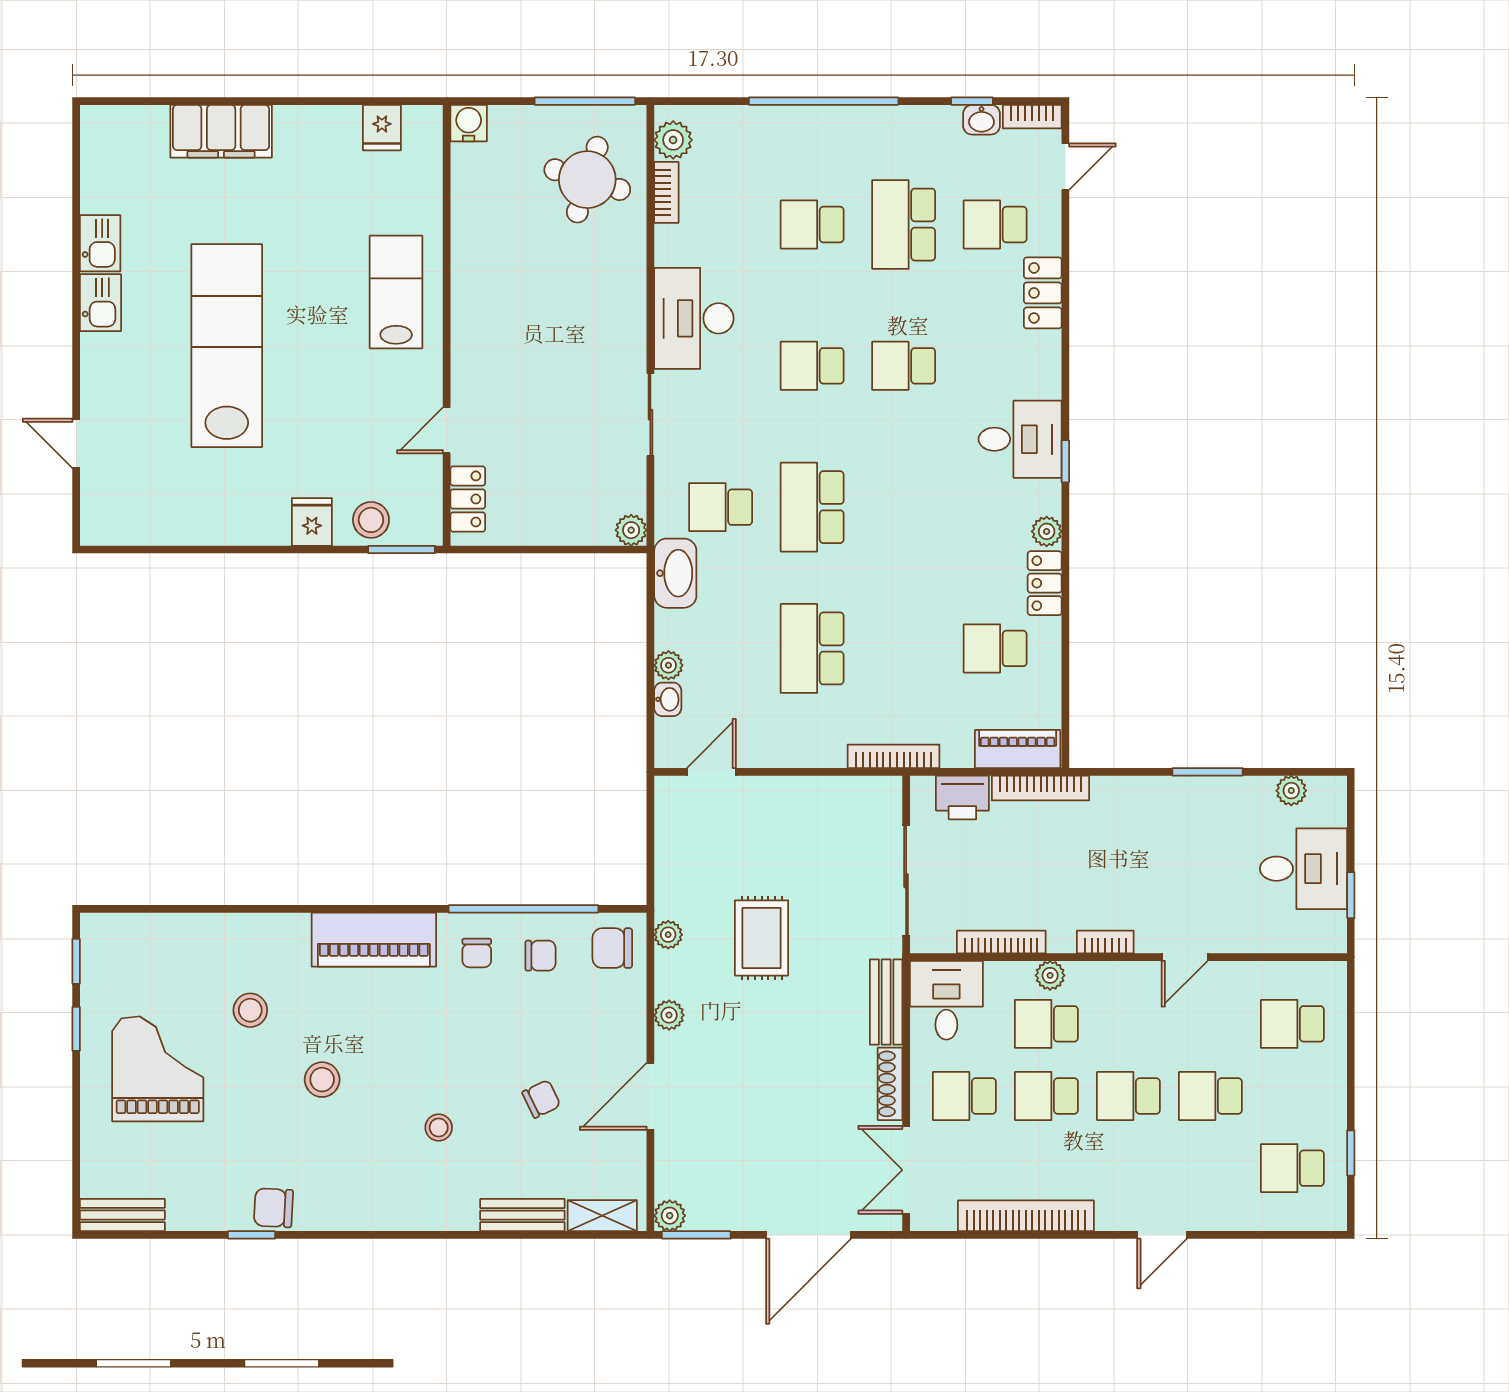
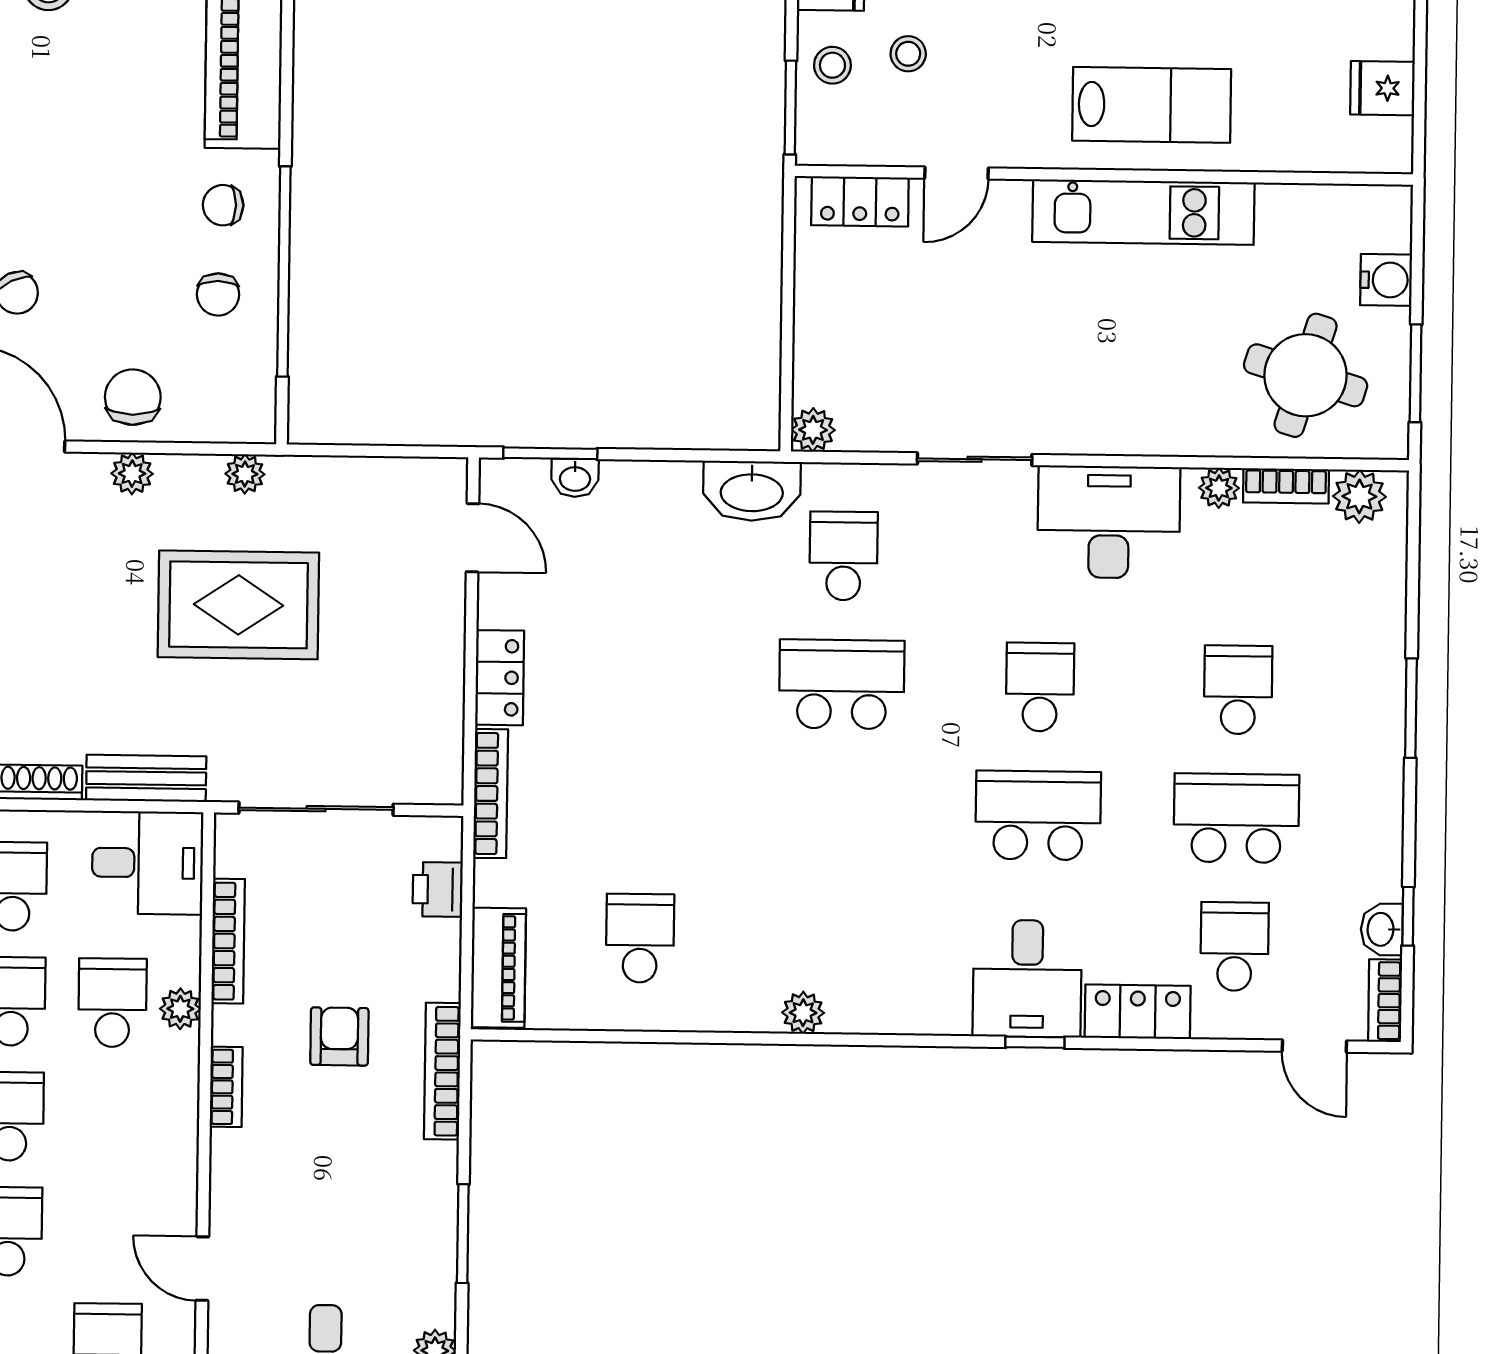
window: (585, 101) -> (1416, 373), width x0.69
window: (824, 101) -> (1411, 708), width x0.47
water cooler: (469, 123) -> (1386, 280), moved
kitchen unit: (473, 297) -> (1143, 212), added
school desk: (904, 366) -> (1038, 815), width x1.85
door: (447, 430) -> (957, 173), swing flipped
desk: (1020, 439) -> (1027, 979), moved
window: (1065, 461) -> (1035, 1042), moved
stool: (362, 466) -> (908, 54), added
stool: (371, 520) -> (832, 65), width x0.73, depth x0.73
locker: (1045, 583) -> (500, 678), moved, turned 90
school desk: (812, 648) -> (644, 681), removed
plant: (668, 665) -> (1219, 488), moved
window: (650, 717) -> (550, 453), added
bookcase: (1041, 788) -> (442, 1071), moved
printer: (962, 797) -> (438, 889), width x0.73, depth x0.81
armchair: (1068, 862) -> (339, 1036), added
rug: (762, 938) -> (238, 605), width x1.36, depth x1.43
chair: (612, 948) -> (133, 397), moved
door: (1185, 957) -> (202, 1269), moved

